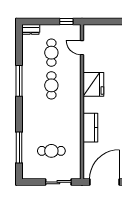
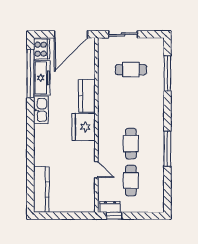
dresser: (31, 29) -> (110, 207), moved
door: (82, 48) -> (96, 170), moved
fridge: (93, 84) -> (84, 127), moved

